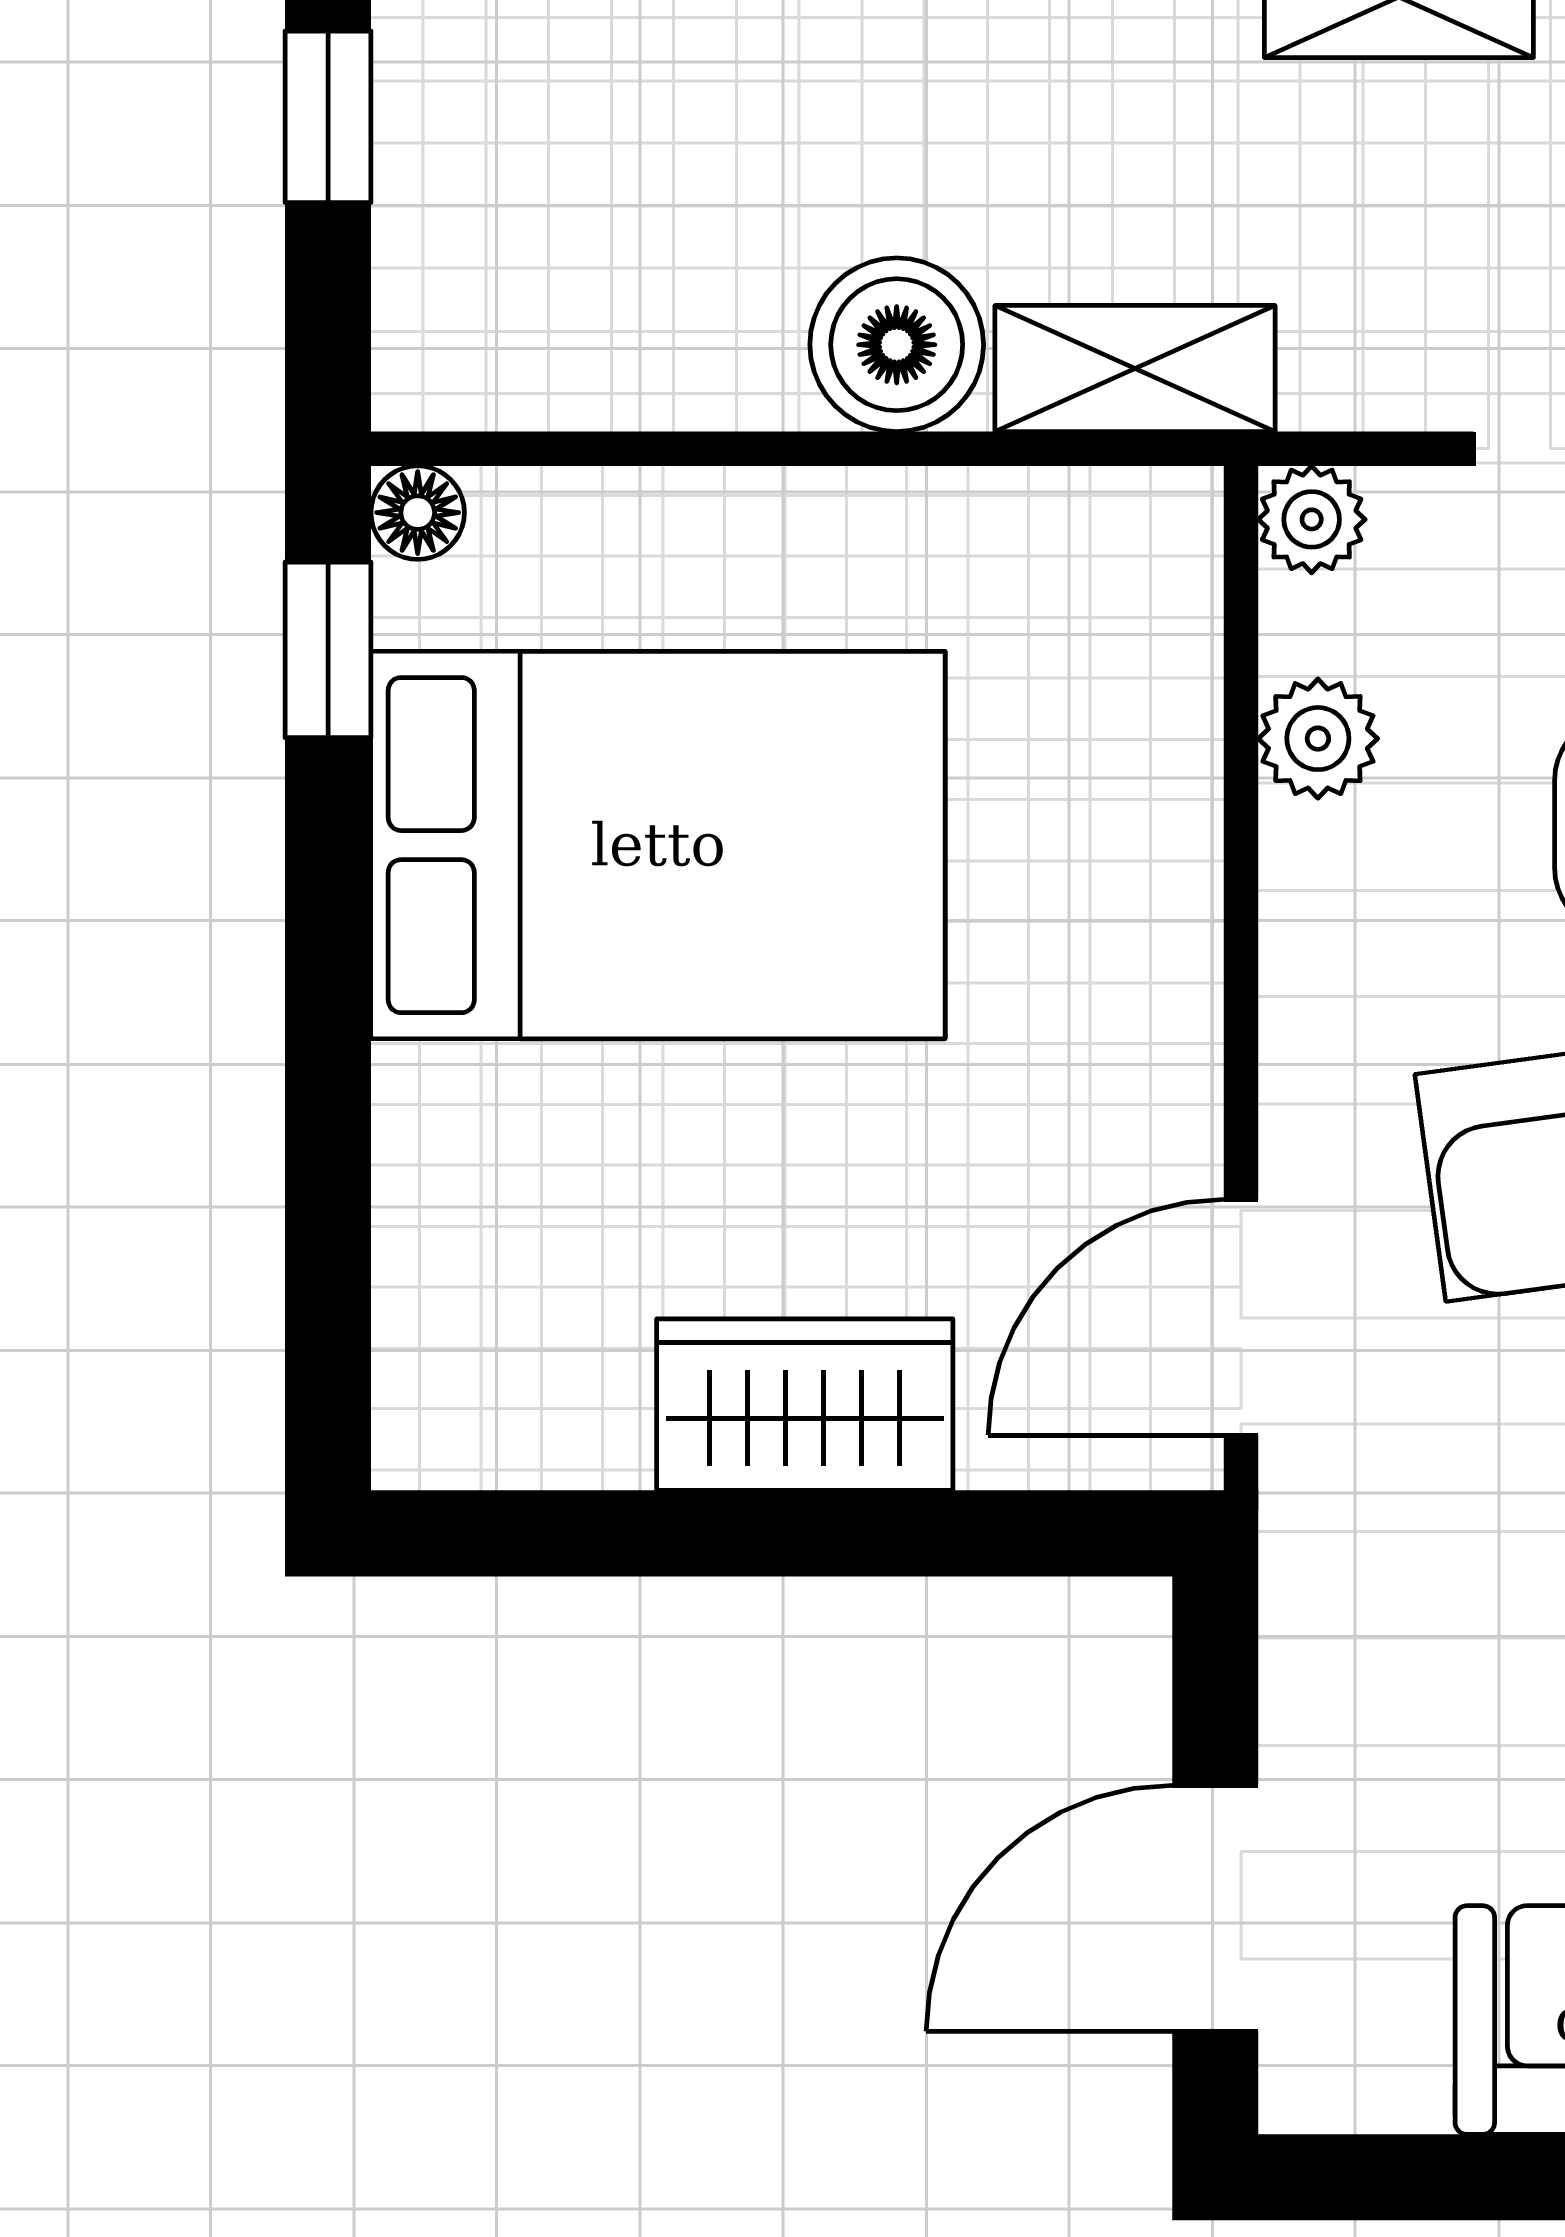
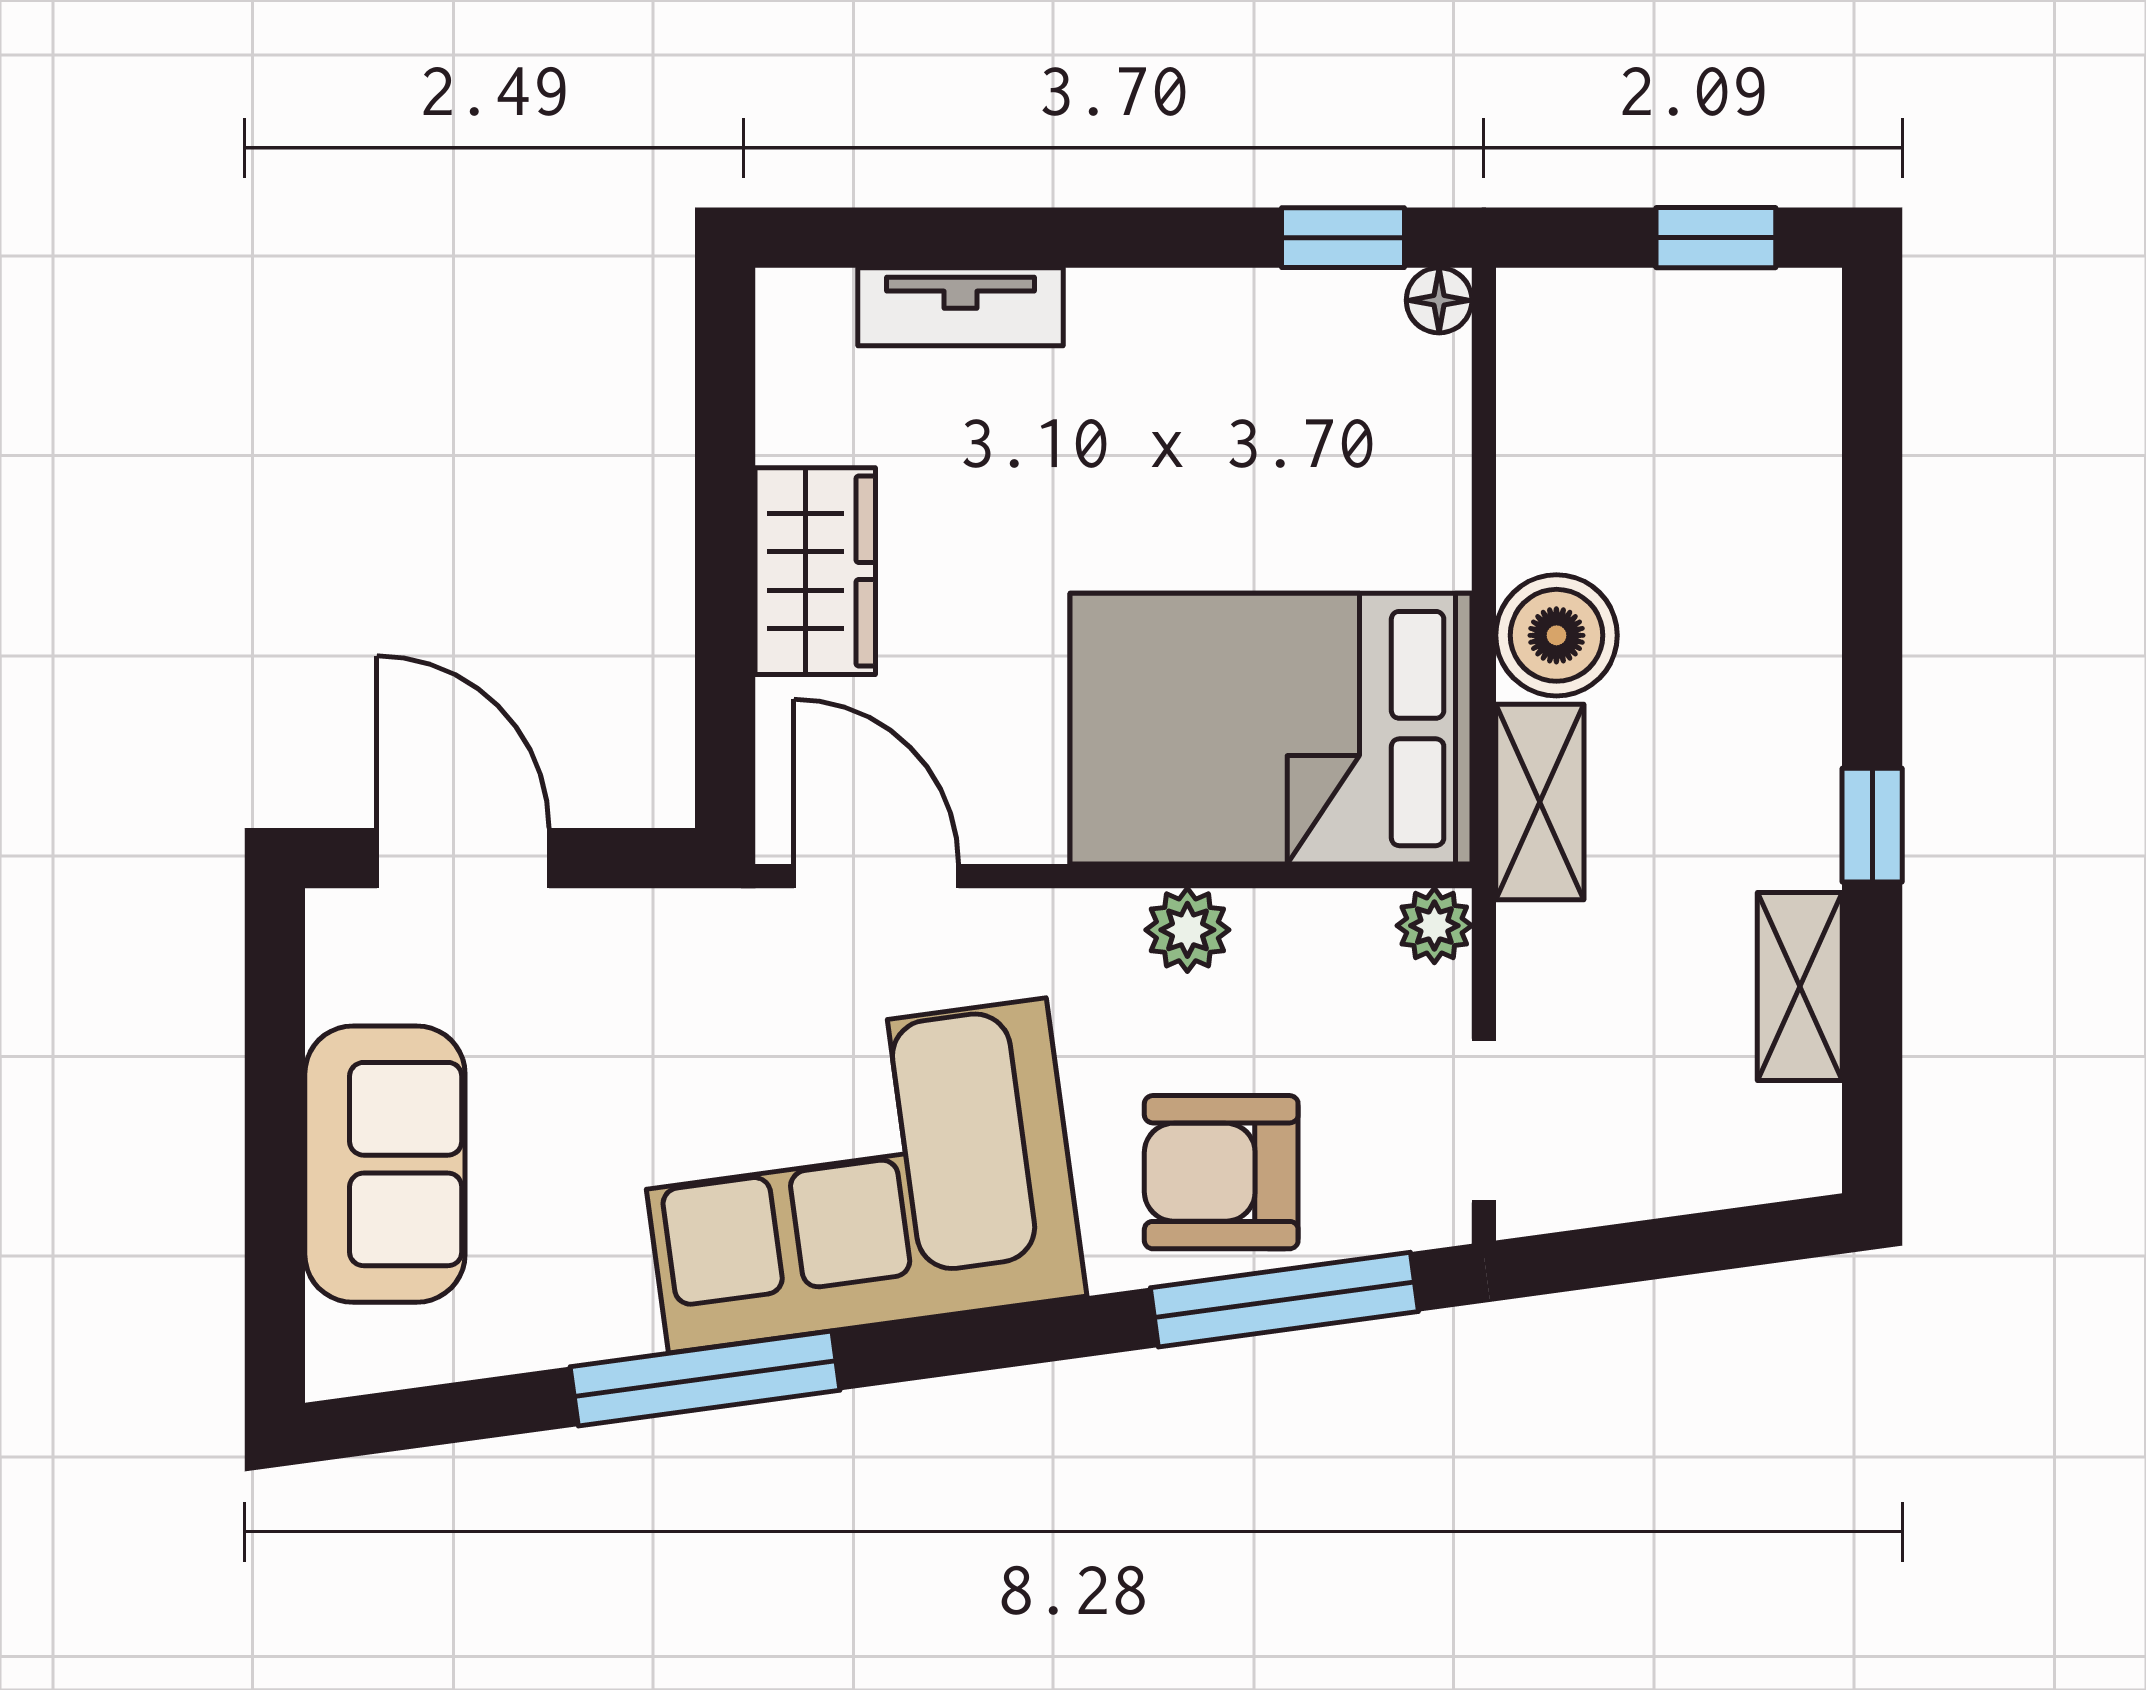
plant: (1318, 739) -> (1187, 930), moved
bed: (658, 845) -> (1271, 729), moved, turned 90
tv unit: (427, 1197) -> (961, 307), added

